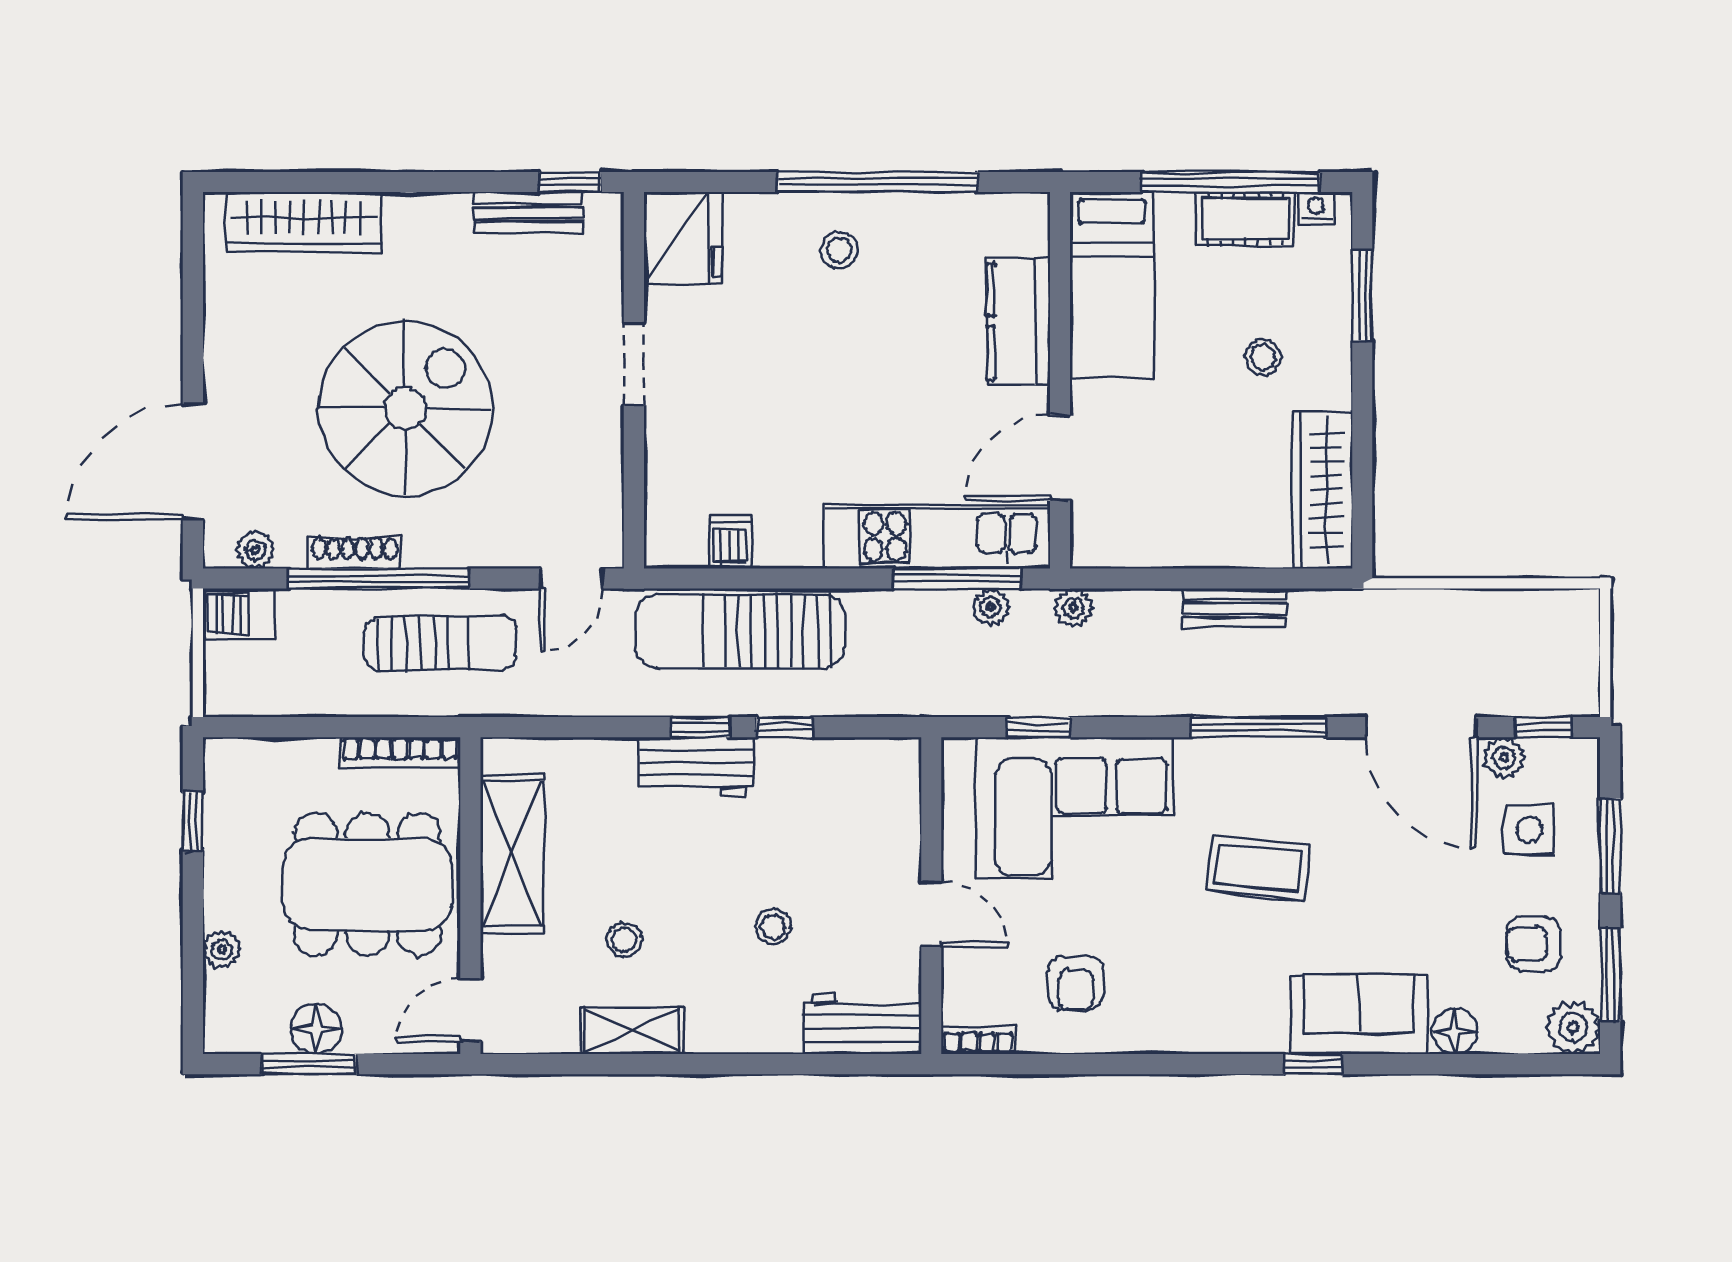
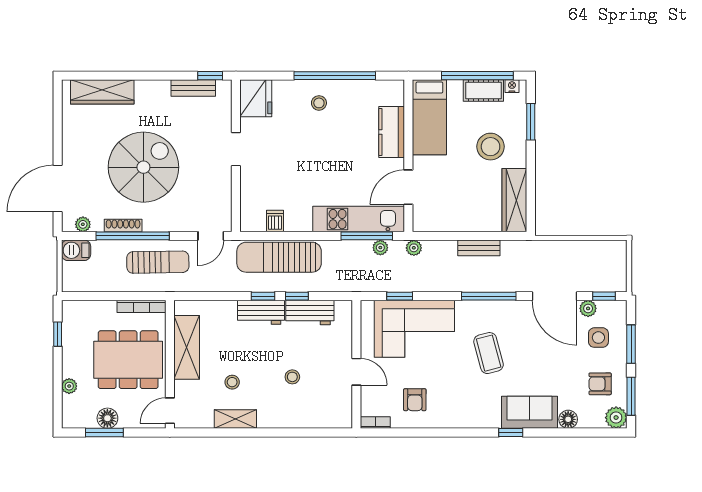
stool: (1263, 358) -> (491, 147), width x1.89, depth x1.89
coffee table: (1258, 868) -> (489, 353), turned 69
workbench: (862, 1024) -> (310, 313), moved, turned 180

